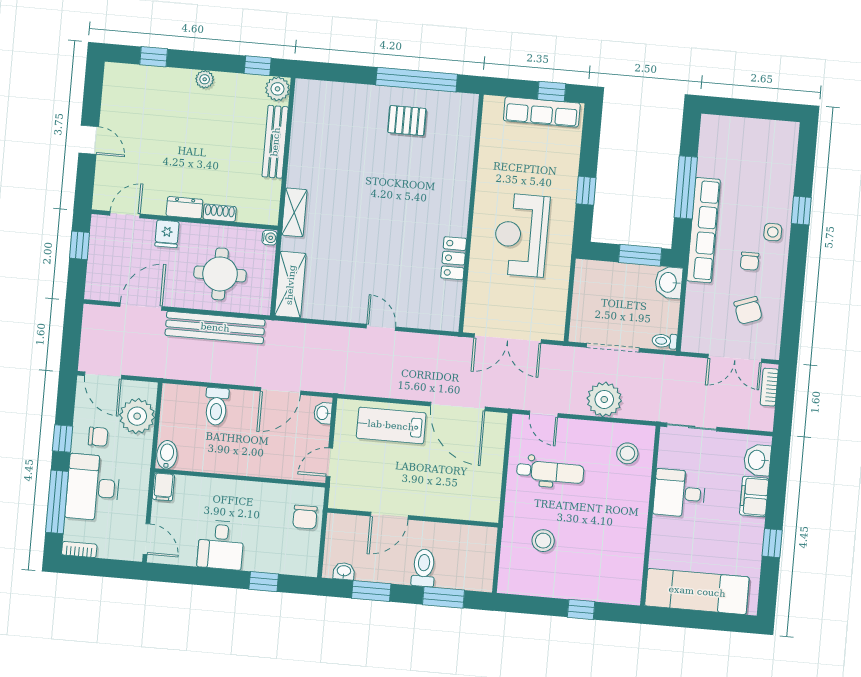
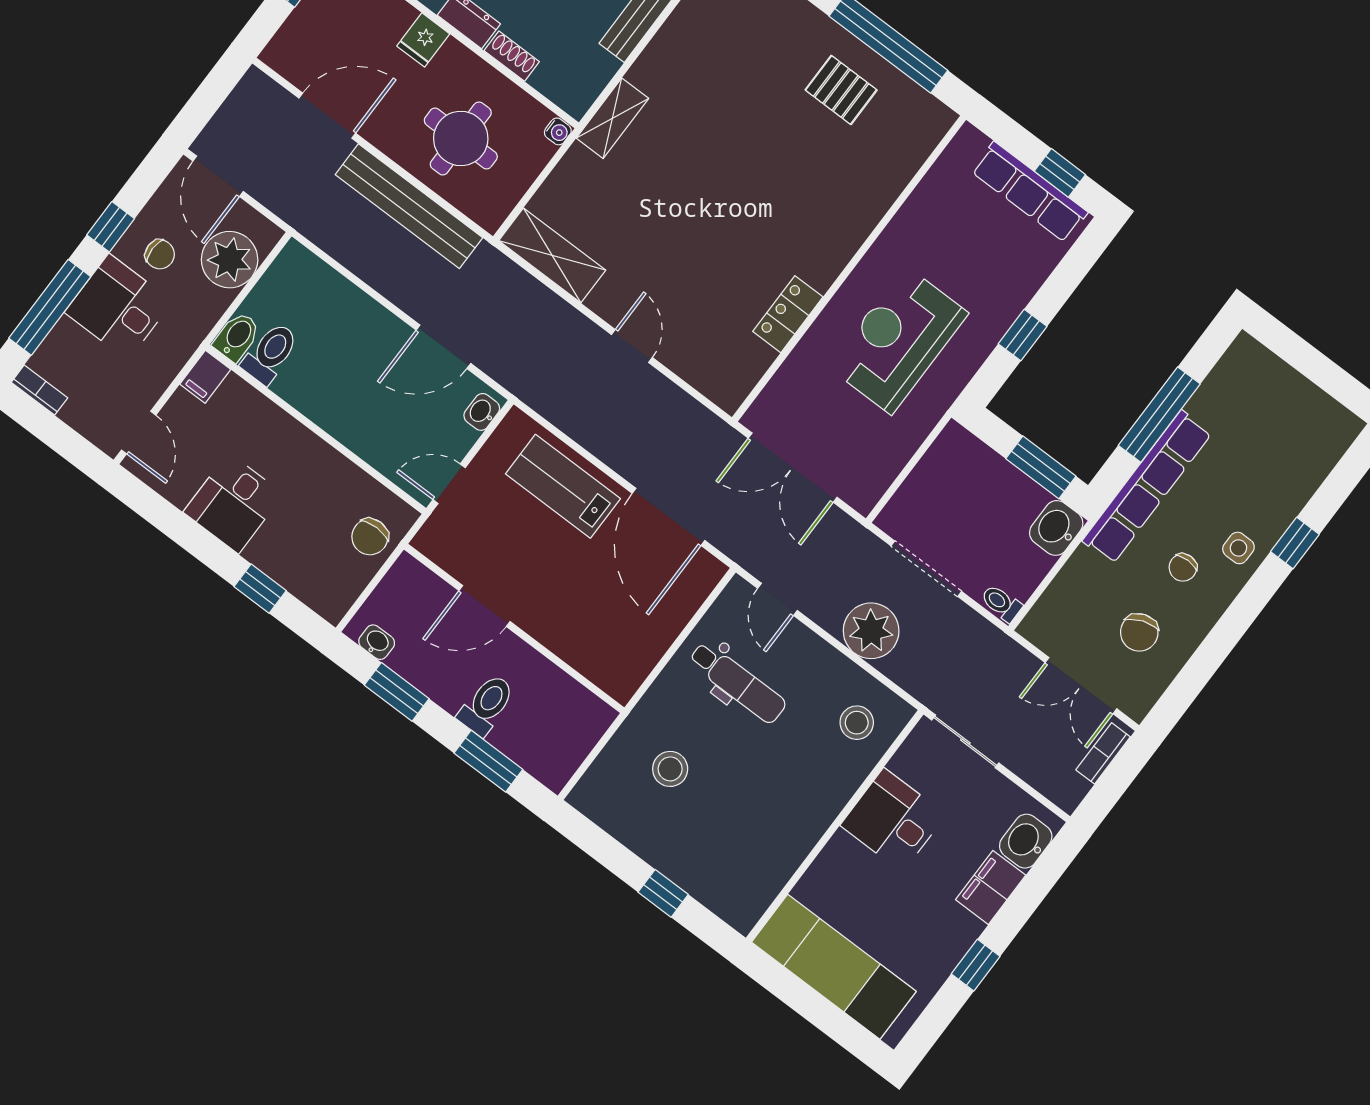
shelving: (290, 285) -> (552, 255), moved, turned 90
toilet: (216, 406) -> (270, 353), moved, turned 180
desk: (93, 487) -> (118, 307), width x0.73

